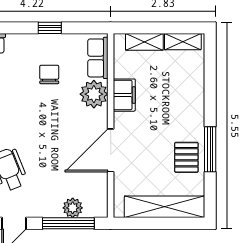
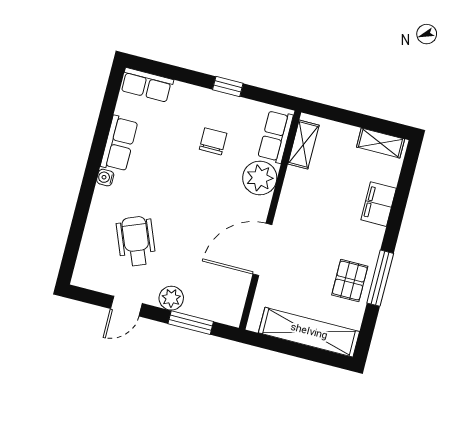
shelving: (144, 42) -> (303, 145), moved, turned 90
filing cabinet: (124, 95) -> (379, 204), moved, turned 180
plant: (73, 208) -> (171, 298), moved
window: (68, 223) -> (191, 323), width x0.69

